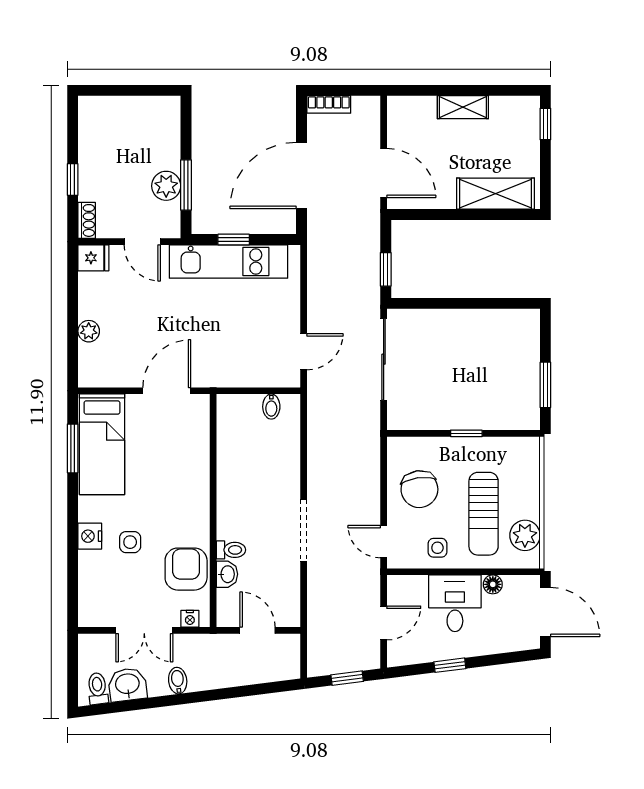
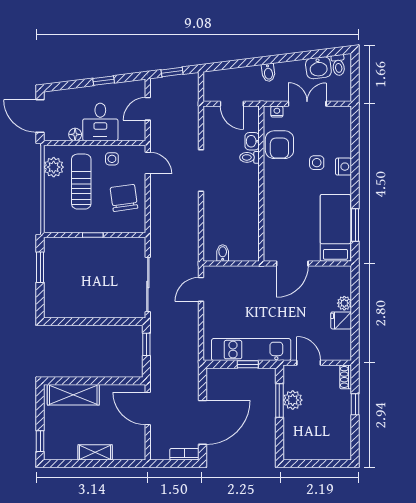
door: (302, 175) -> (202, 422), moved
fridge: (93, 258) -> (341, 320), moved
bidet: (178, 681) -> (268, 72), moved

